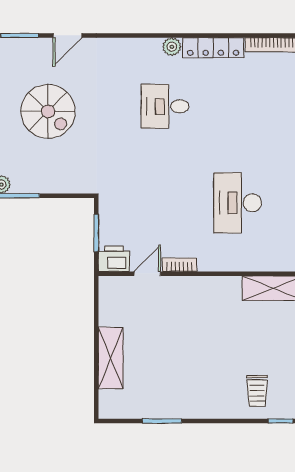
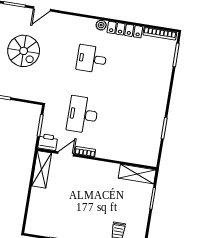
desk: (238, 203) -> (83, 115), moved
shelving: (111, 358) -> (42, 169), moved

